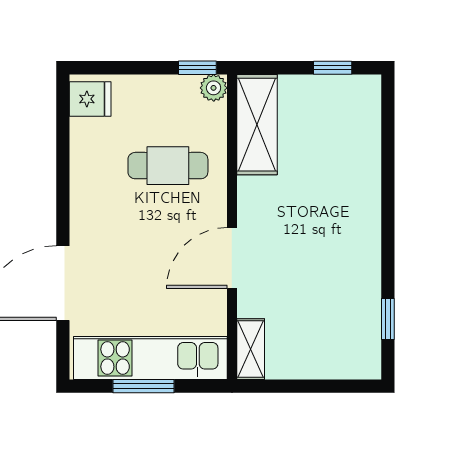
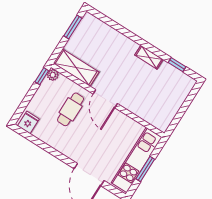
window: (333, 68) -> (73, 27), width x1.50
door: (232, 258) -> (105, 99), moved
shelving: (251, 349) -> (149, 57), moved

